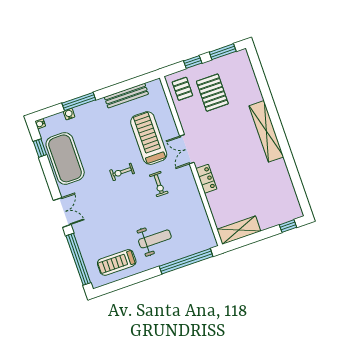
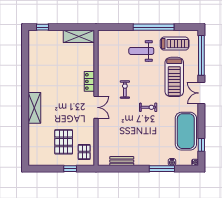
window: (223, 52) -> (46, 169), removed
bench: (126, 96) -> (122, 161), width x0.73
shelving: (266, 131) -> (34, 108), width x0.68
treadmill: (149, 138) -> (174, 77), moved
window: (186, 261) -> (154, 27), moved

